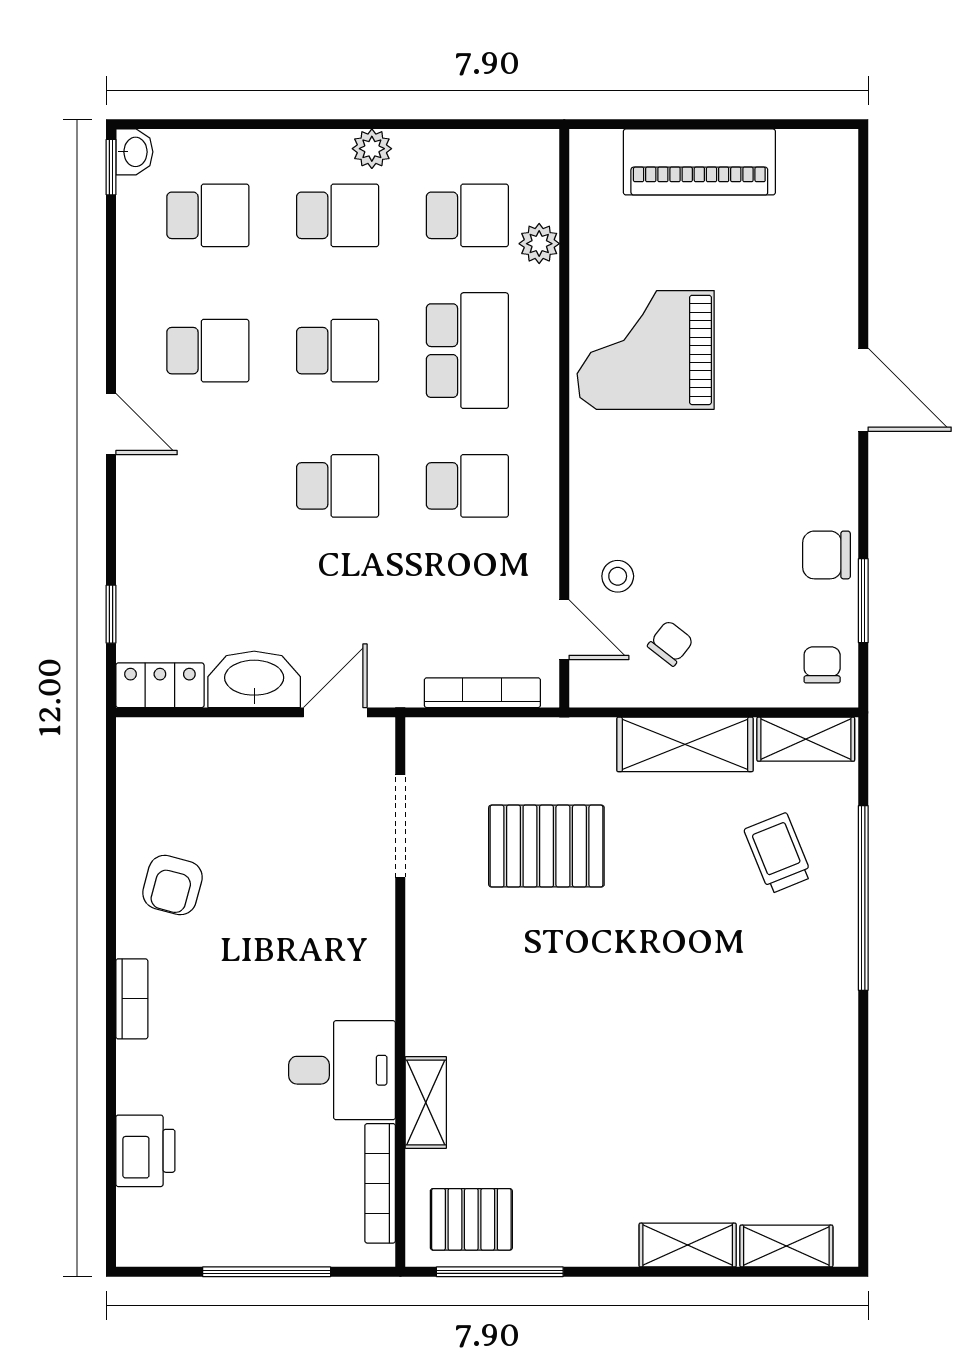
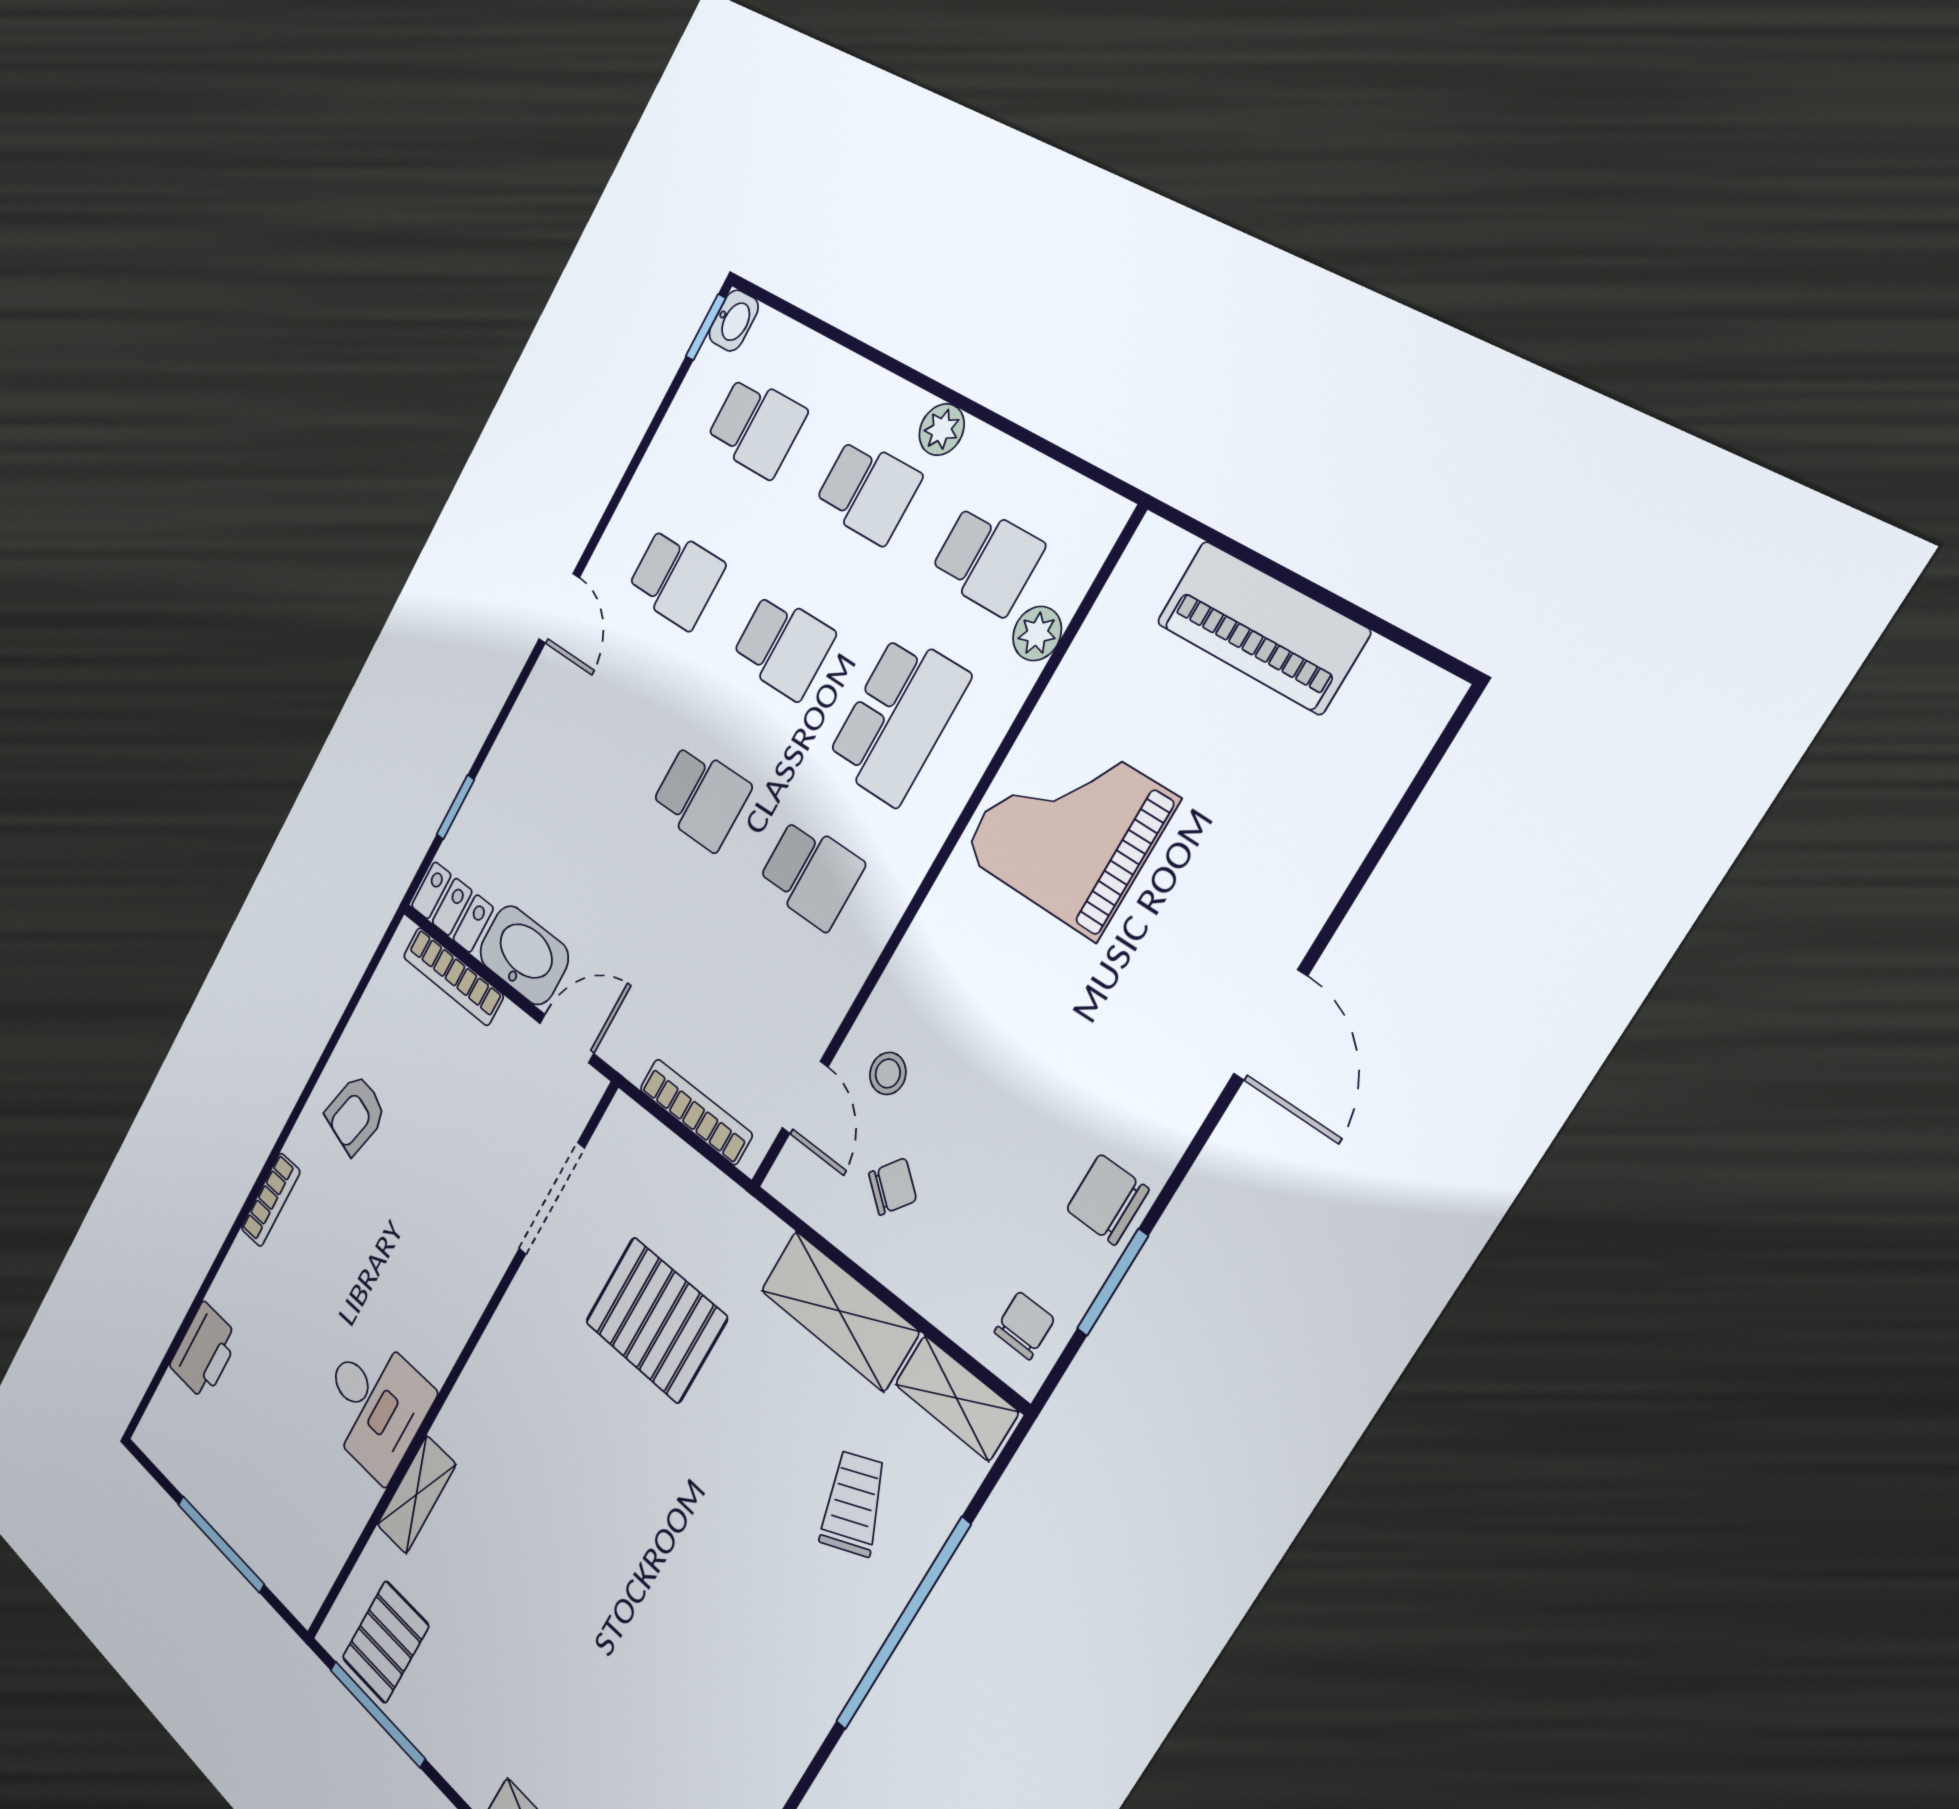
bookcase: (380, 1183) -> (453, 976), moved, turned -90
pallet: (471, 1219) -> (385, 1642), turned 90

